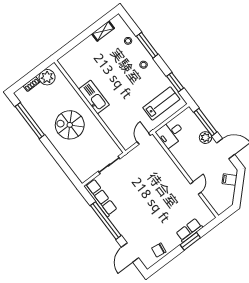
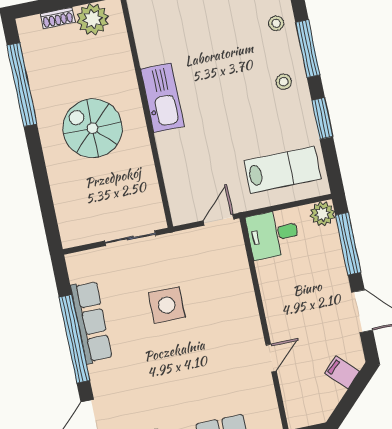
window: (175, 82) -> (322, 118), moved
plant: (206, 138) -> (322, 214), moved
side table: (139, 187) -> (167, 305), added
row of seats: (100, 198) -> (91, 322), moved

